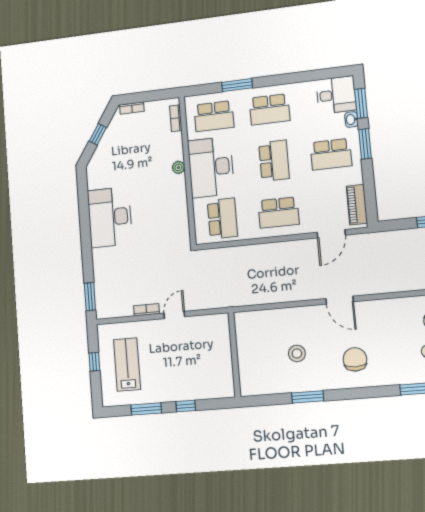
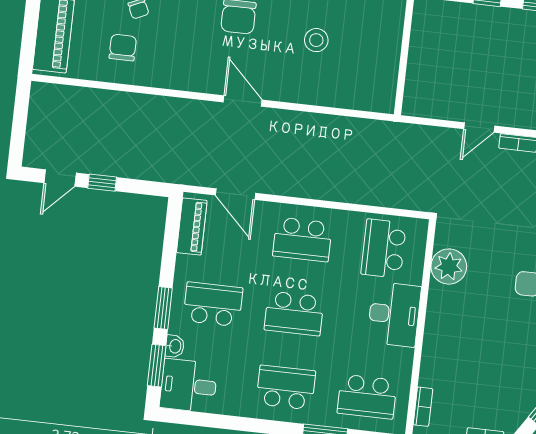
school desk: (214, 116) -> (367, 397), turned 180
school desk: (274, 161) -> (294, 313), turned -90
plant: (178, 167) -> (449, 267), moved, width x1.87, depth x1.87
desk: (211, 167) -> (394, 314), width x0.73, depth x0.77
school desk: (279, 213) -> (302, 239), turned 180
door: (331, 234) -> (235, 194), swing flipped

